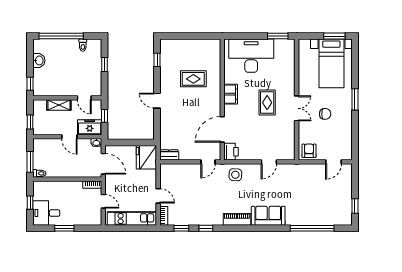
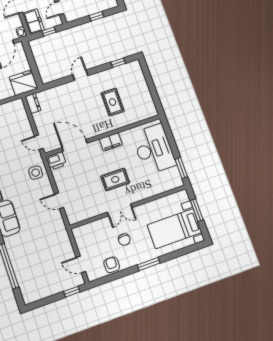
window: (334, 36) -> (197, 210), moved
armchair: (309, 151) -> (112, 265), moved, turned -90
window: (355, 206) -> (72, 292), moved

